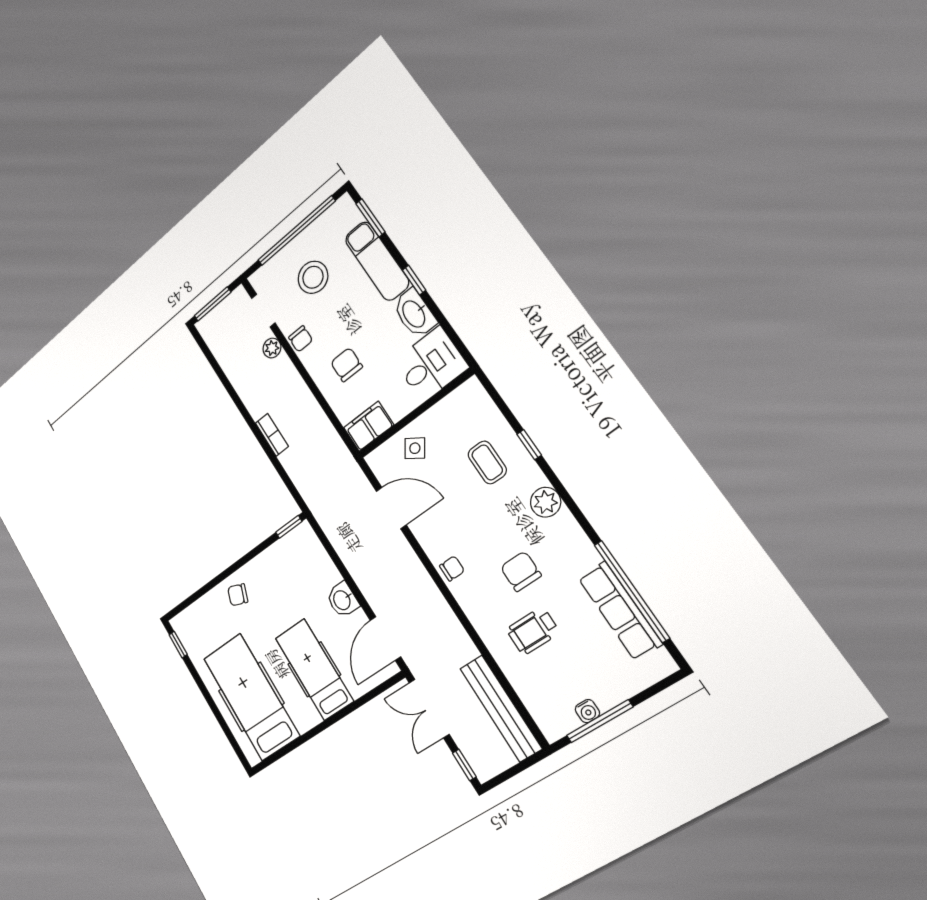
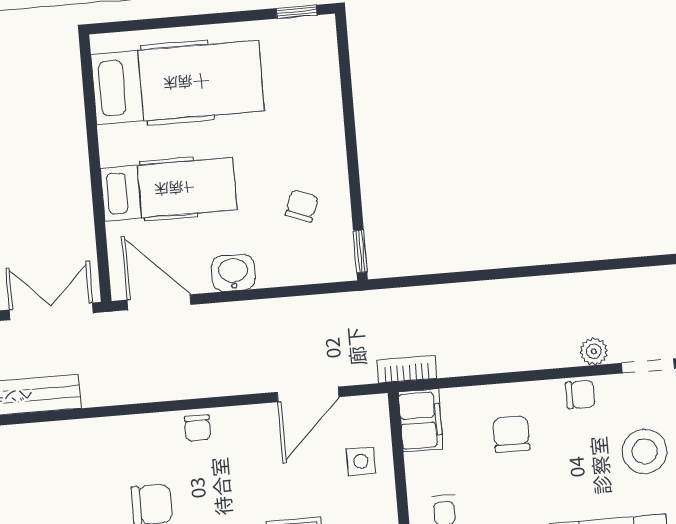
chair: (301, 339) -> (580, 394), turned 180
chair: (347, 365) -> (511, 434), turned -90
bookcase: (272, 435) -> (407, 369), moved, turned 180
side table: (415, 448) -> (361, 461), turned -34
chair: (238, 595) -> (302, 206), moved
wheelchair: (533, 631) -> (79, 481), removed

